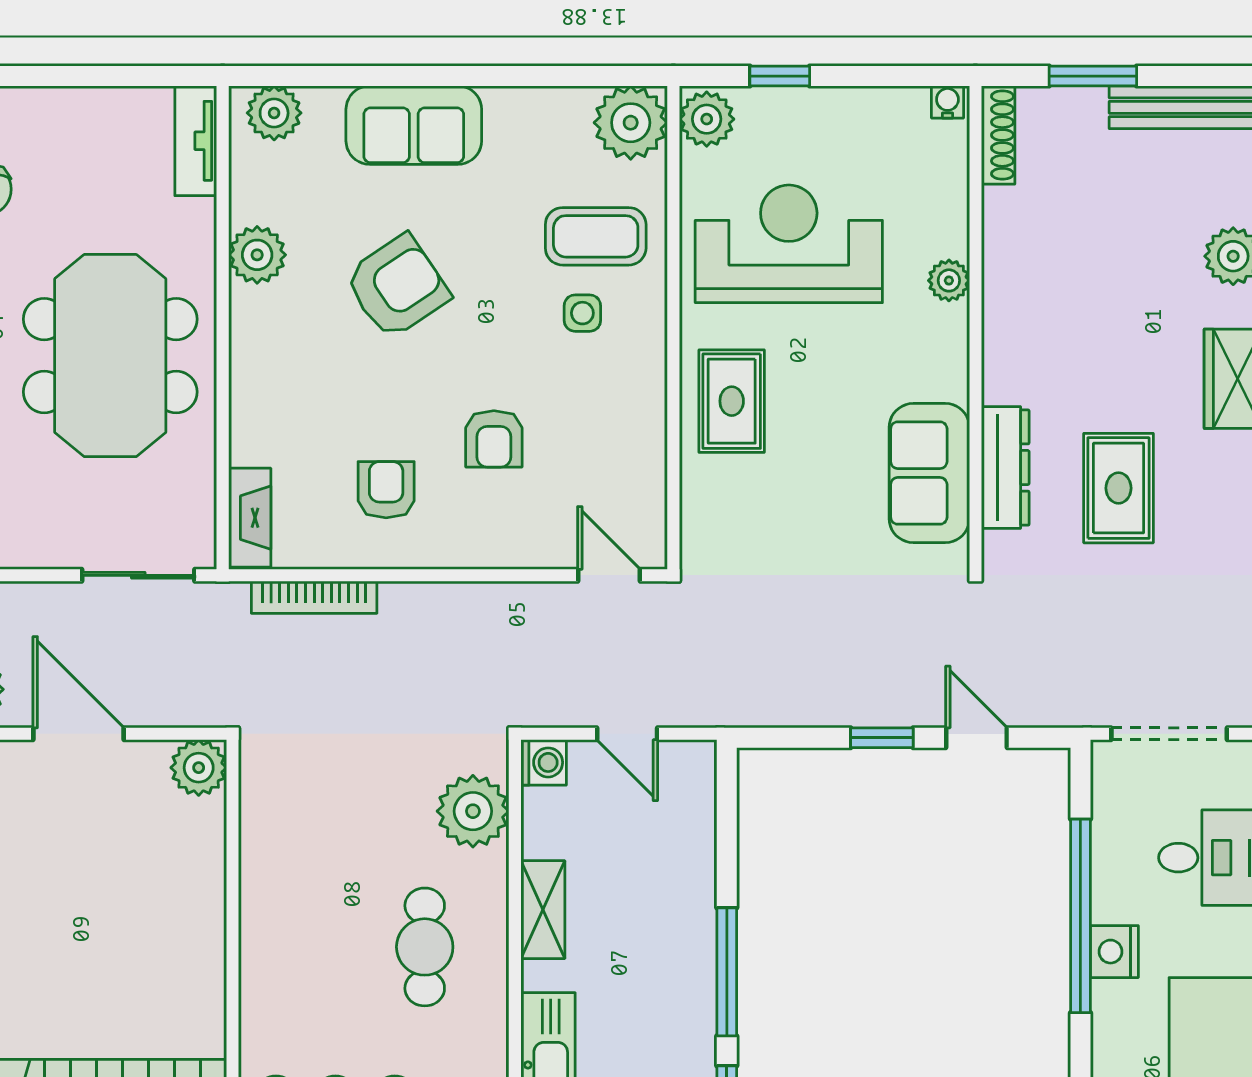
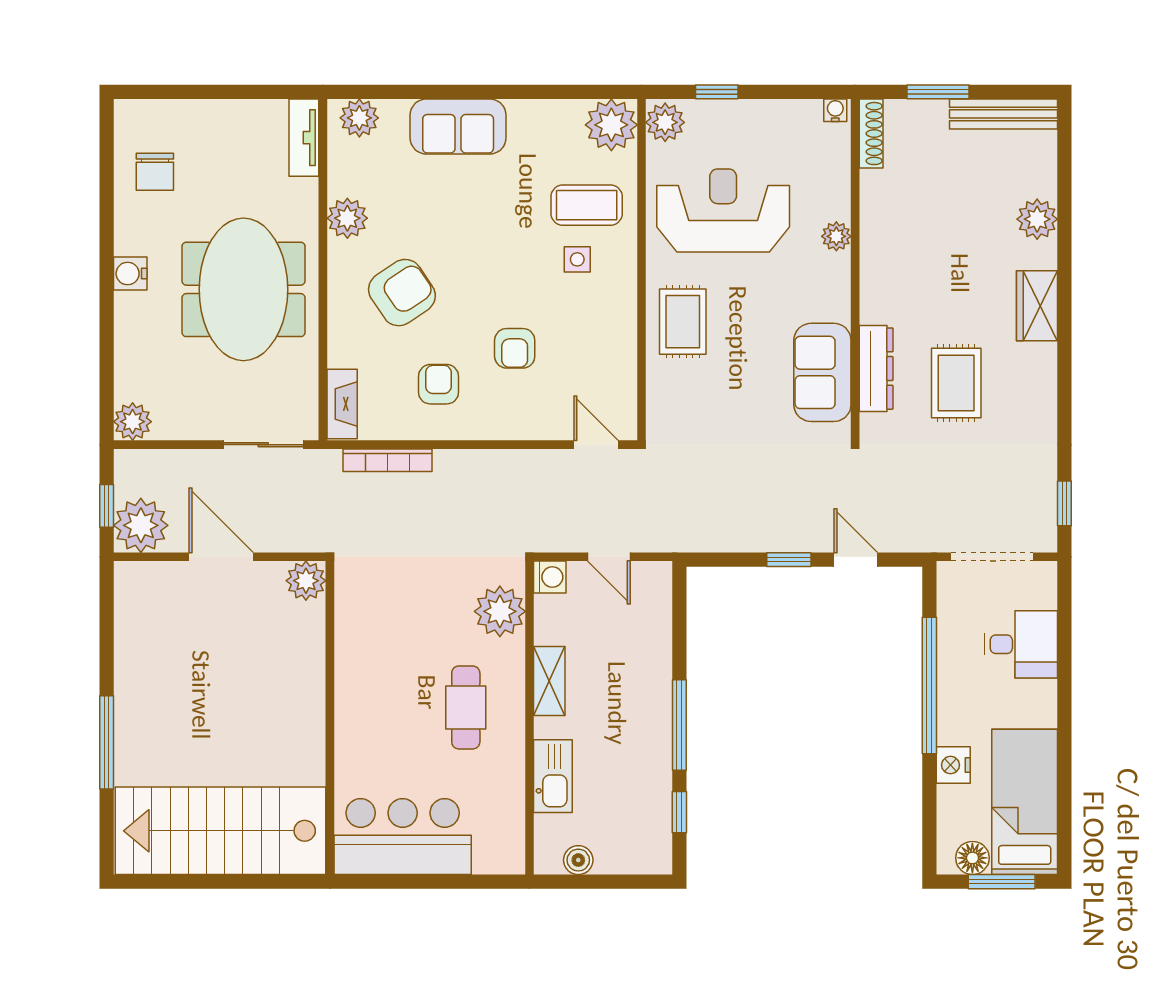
armchair: (397, 287) -> (402, 293), moved
nightstand: (1114, 952) -> (953, 765), moved

